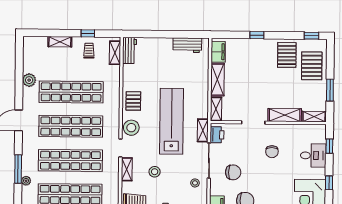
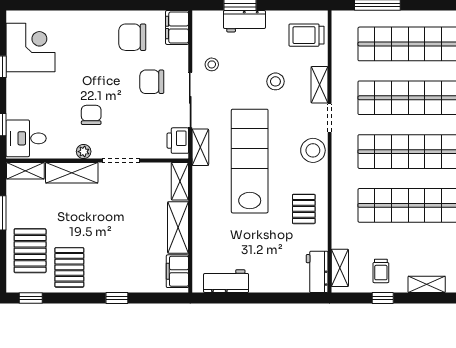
pallet: (133, 101) -> (304, 209), moved
lab bench: (172, 121) -> (250, 161), turned 180
plant: (277, 128) -> (84, 152), added
desk: (313, 155) -> (26, 138), moved

